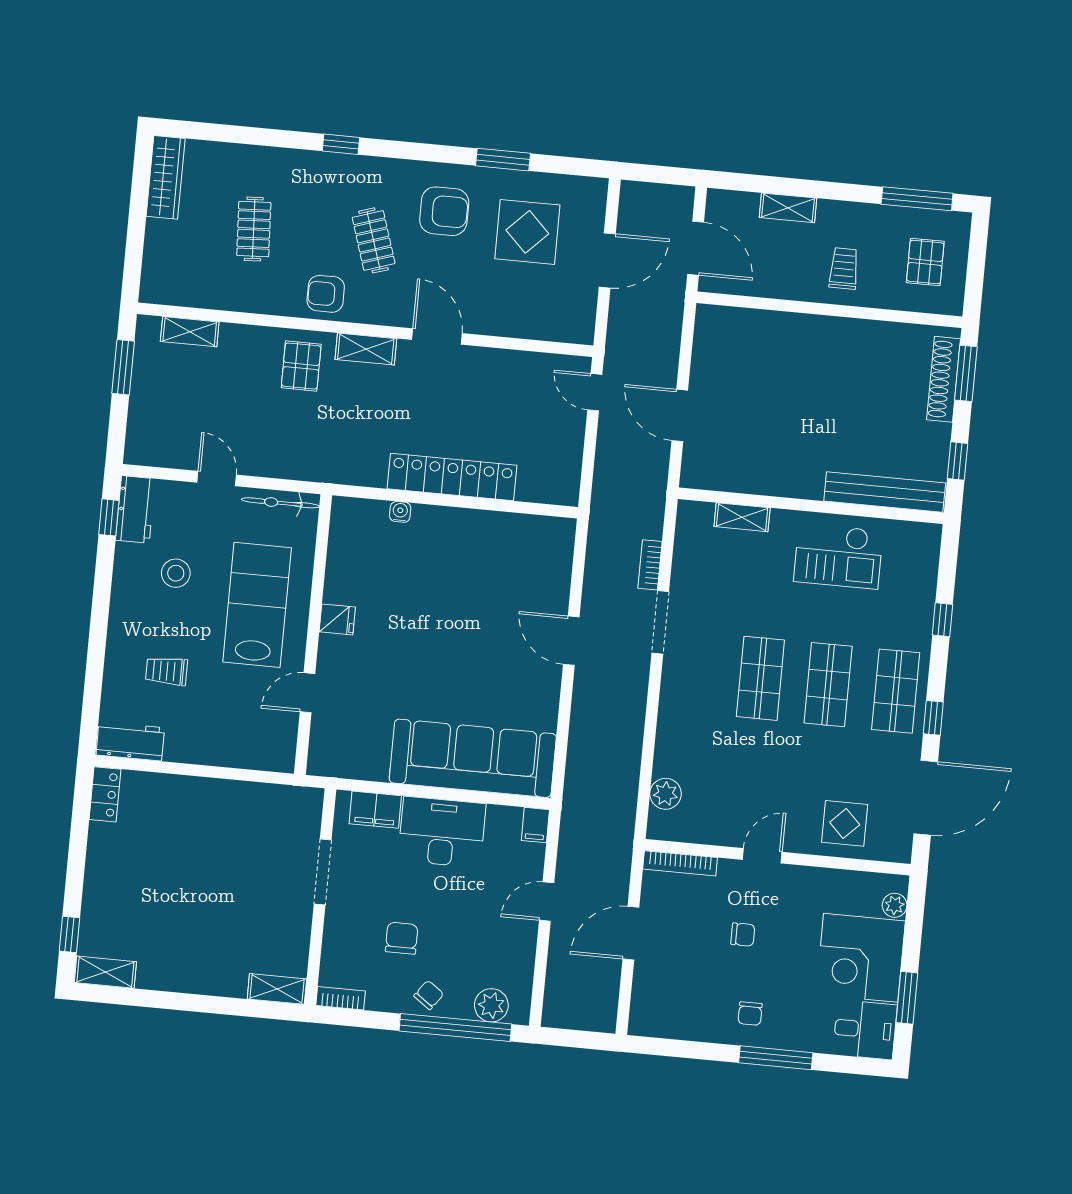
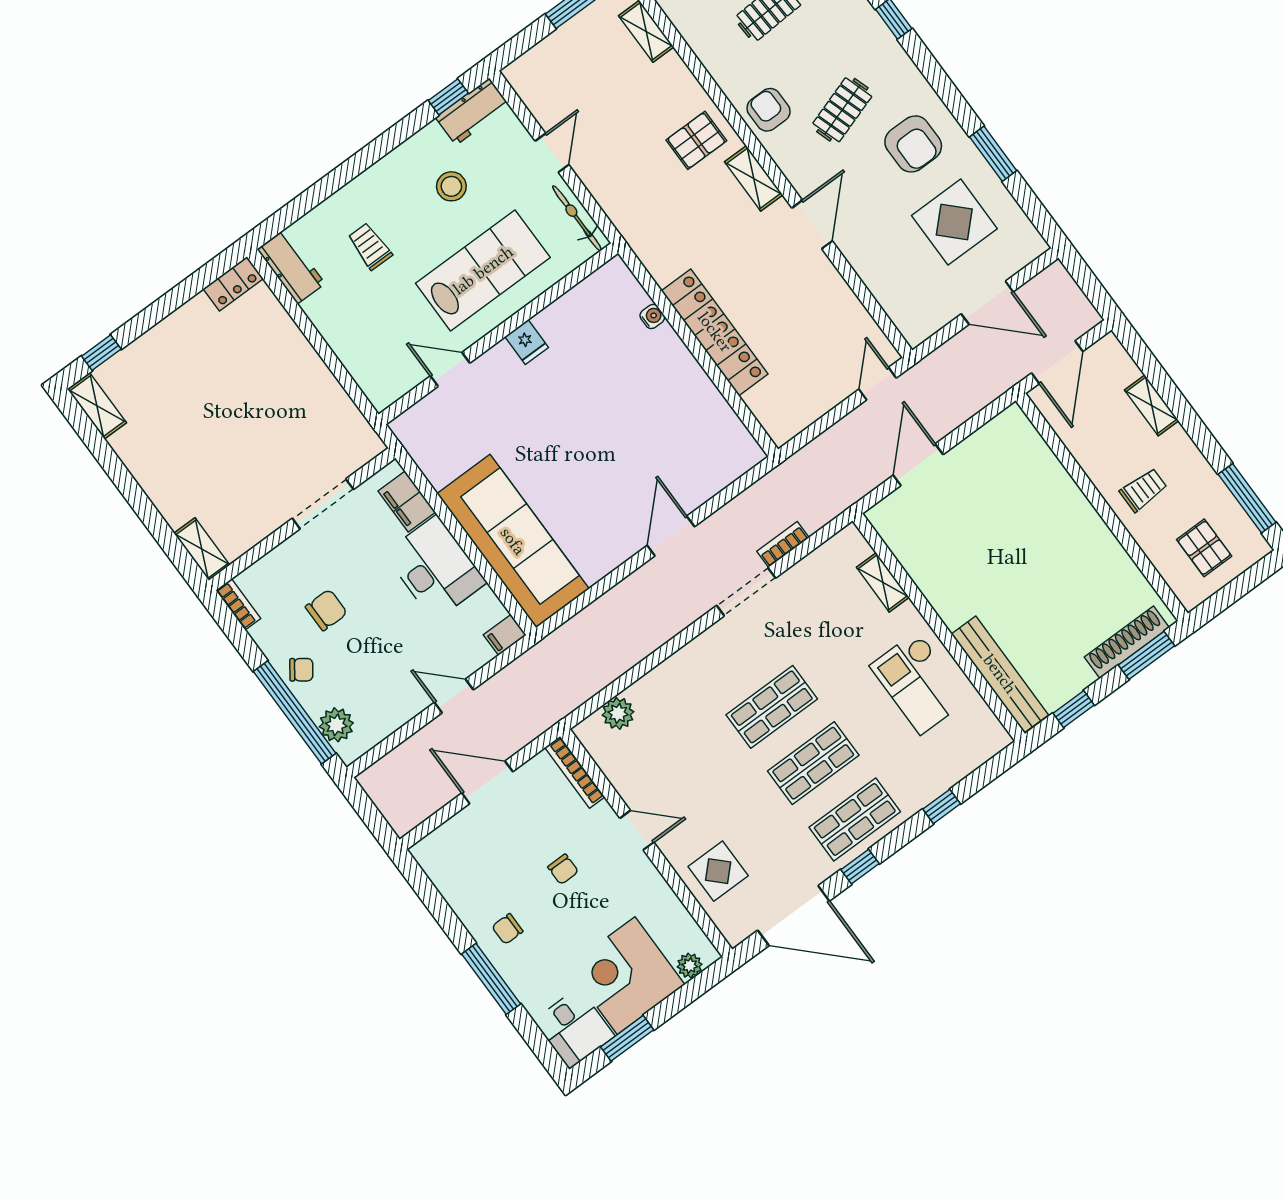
pallet: (925, 262) -> (1204, 548), turned 90

